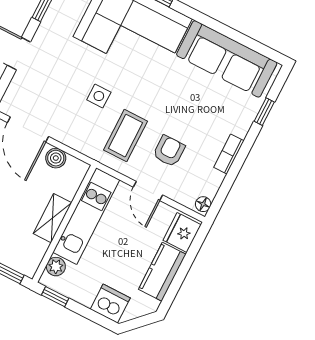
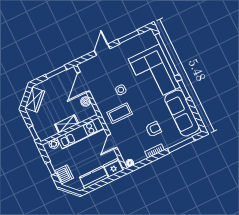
window: (200, 18) -> (184, 89), added
window: (264, 112) -> (181, 145), width x2.17
armchair: (169, 151) -> (153, 129), moved
window: (55, 297) -> (51, 168), moved

